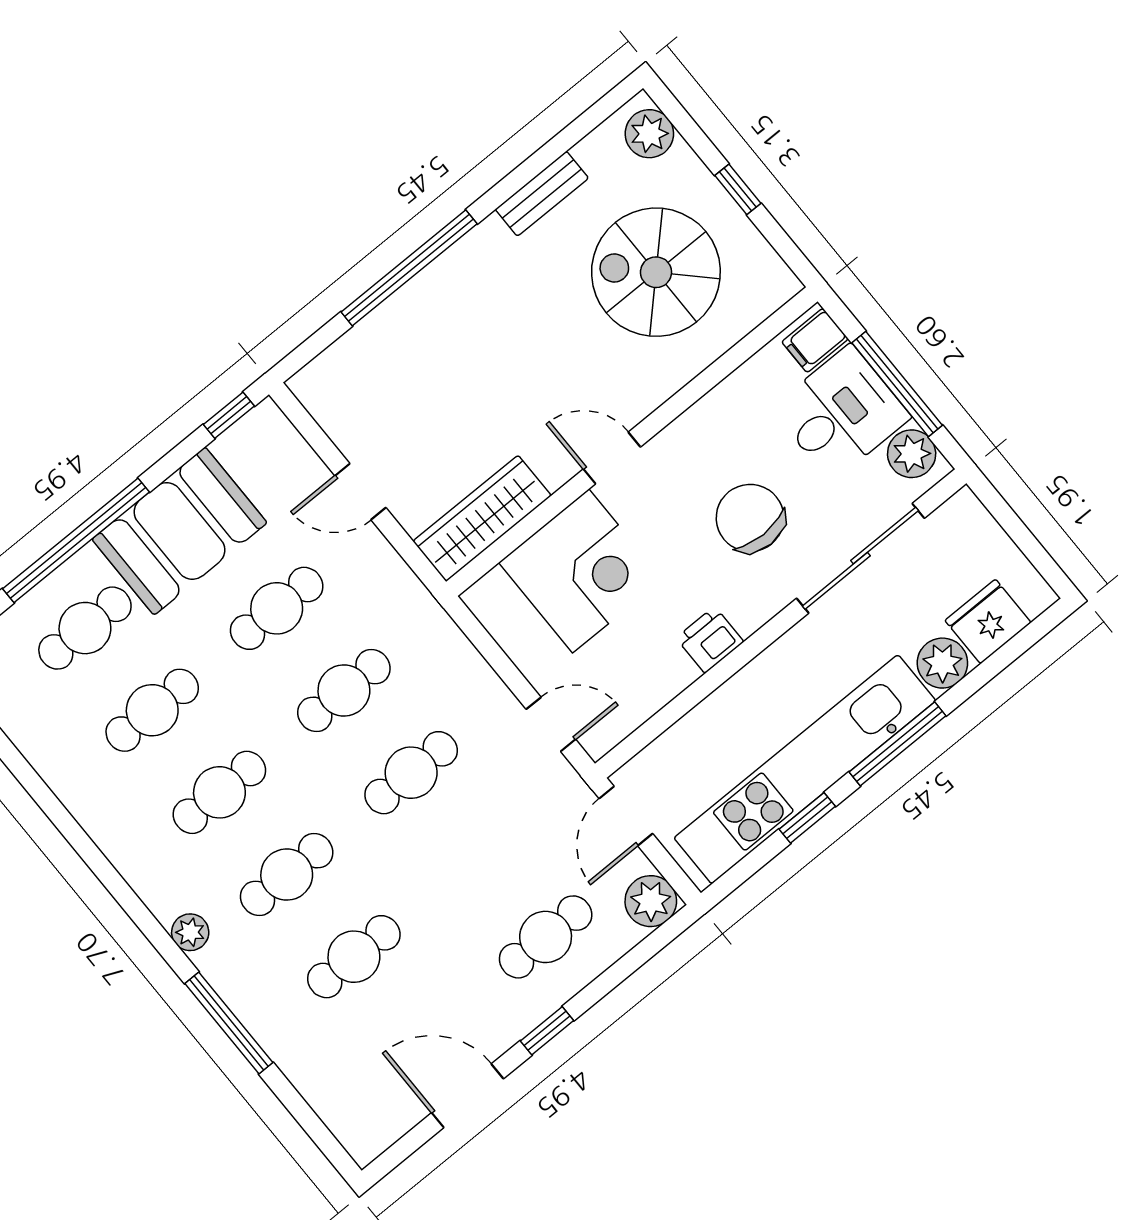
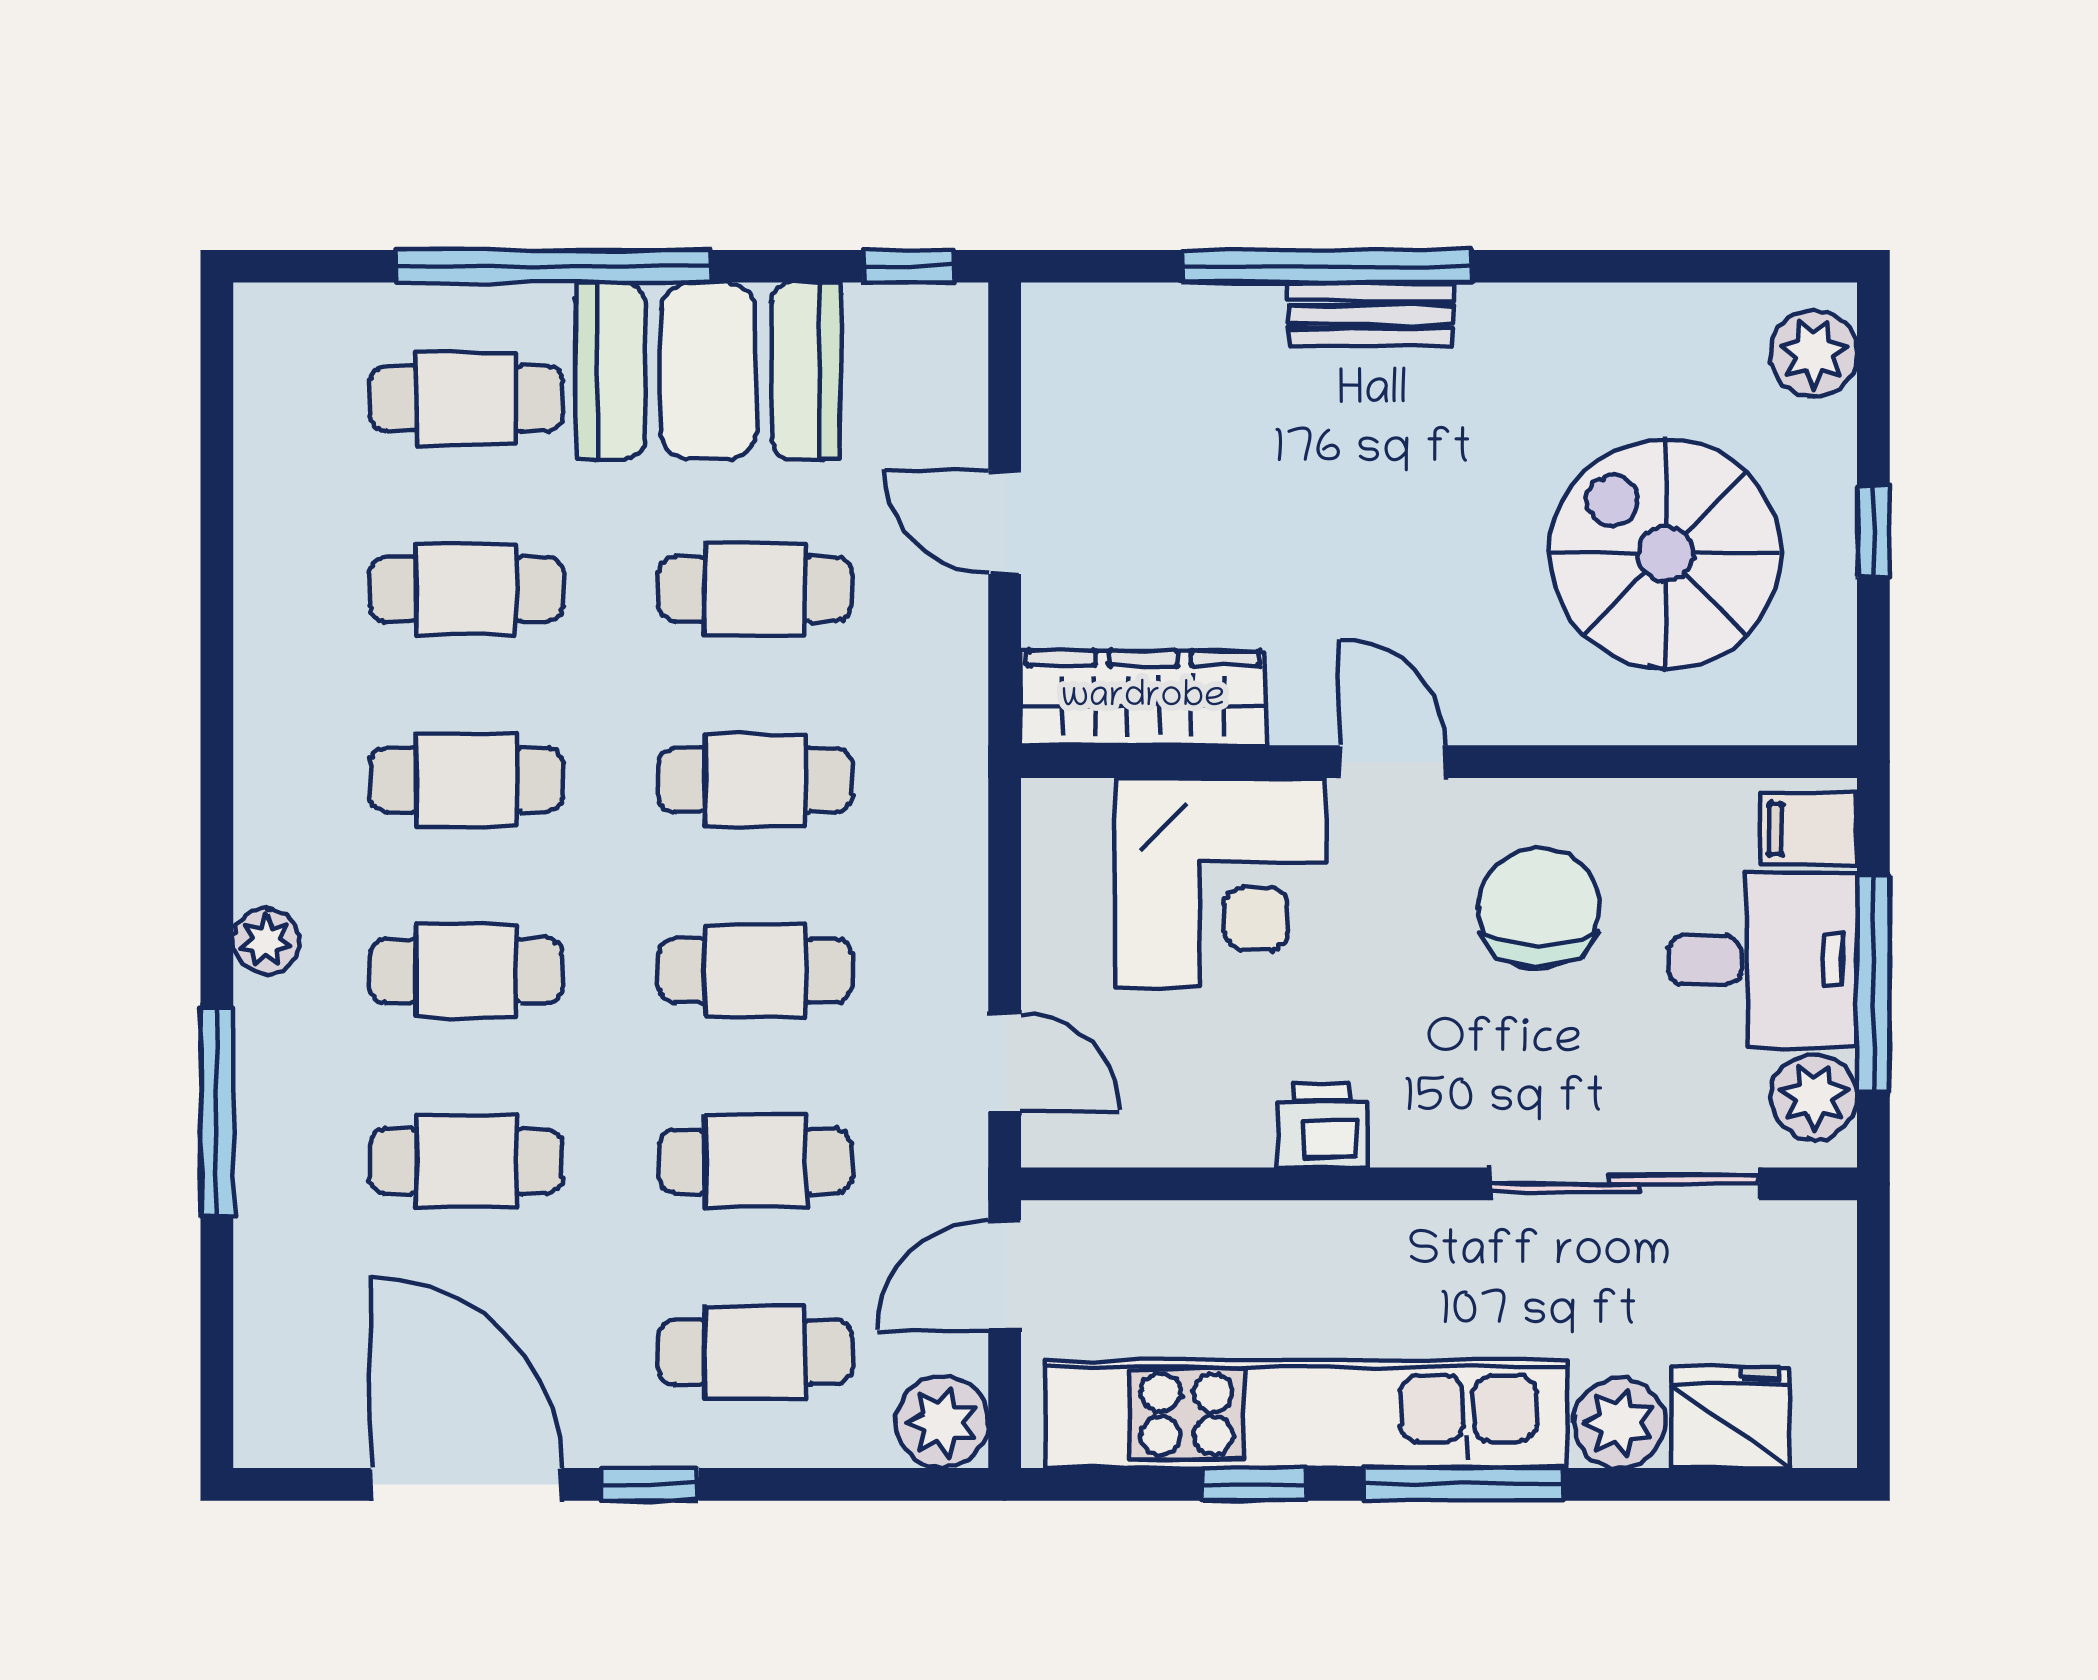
bench: (542, 194) -> (1370, 314), moved
chair: (750, 518) -> (1539, 908), moved
cafe table: (478, 855) -> (755, 1161), added
door: (468, 1096) -> (466, 1484), width x1.36

